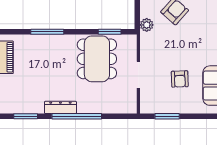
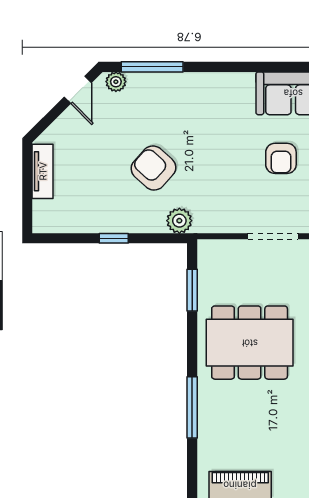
dining table: (97, 59) -> (250, 343), moved
armchair: (180, 79) -> (281, 158), turned 92

